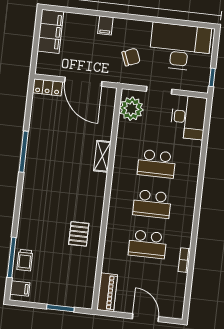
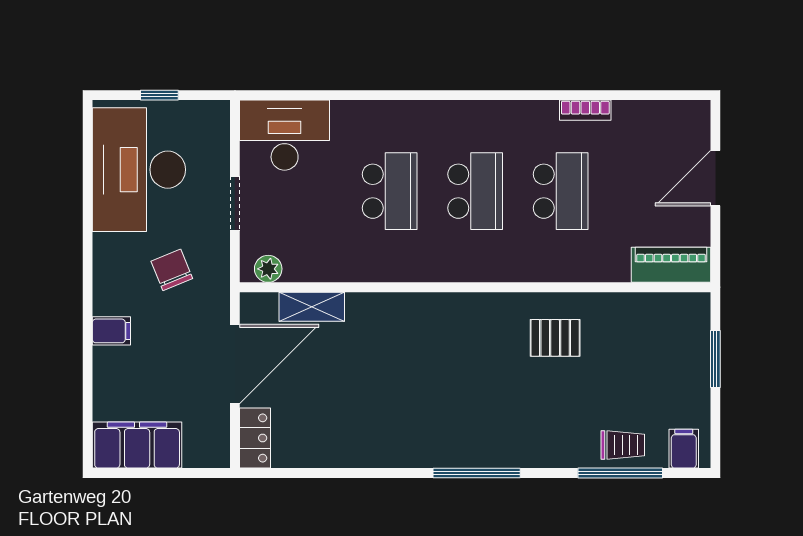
window: (212, 77) -> (159, 95), moved
plant: (131, 109) -> (268, 269), width x0.53, depth x0.53
window: (24, 152) -> (477, 473), moved
shelving: (102, 156) -> (312, 307), moved

